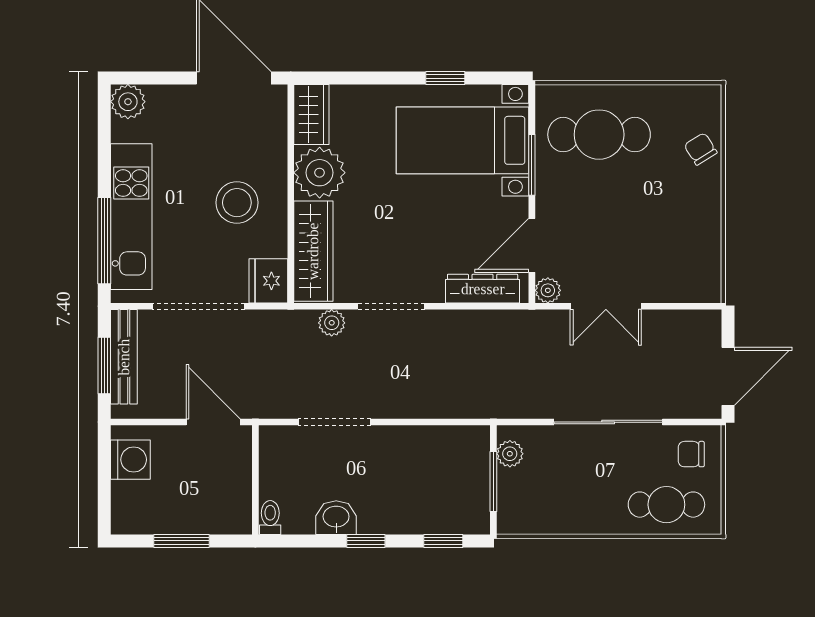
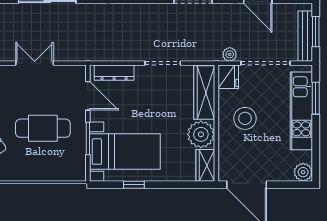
cafe table: (599, 135) -> (43, 128), moved
window: (104, 241) -> (316, 98), width x0.69
door: (532, 245) -> (88, 96), hinge flipped
plant: (548, 290) -> (79, 72), removed
double door: (606, 306) -> (35, 63), moved
plant: (332, 323) -> (230, 54), moved

